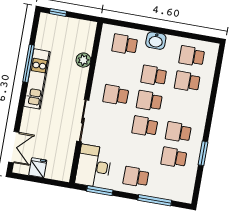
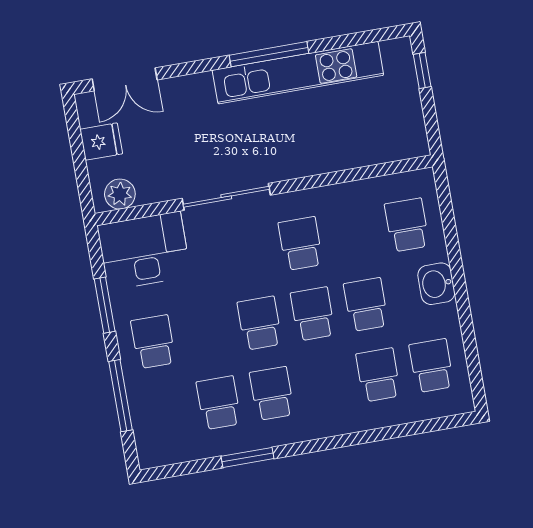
plant: (83, 60) -> (120, 194), moved
window: (29, 63) -> (269, 54), moved
kitchen unit: (37, 79) -> (298, 73), width x1.36
window: (100, 191) -> (105, 305), moved

